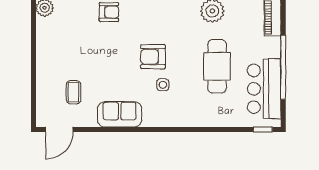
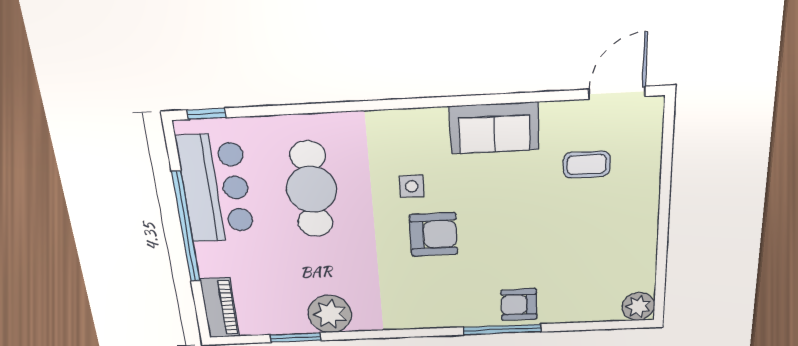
cafe table: (217, 66) -> (312, 189), moved
coffee table: (74, 92) -> (587, 165), turned 90

